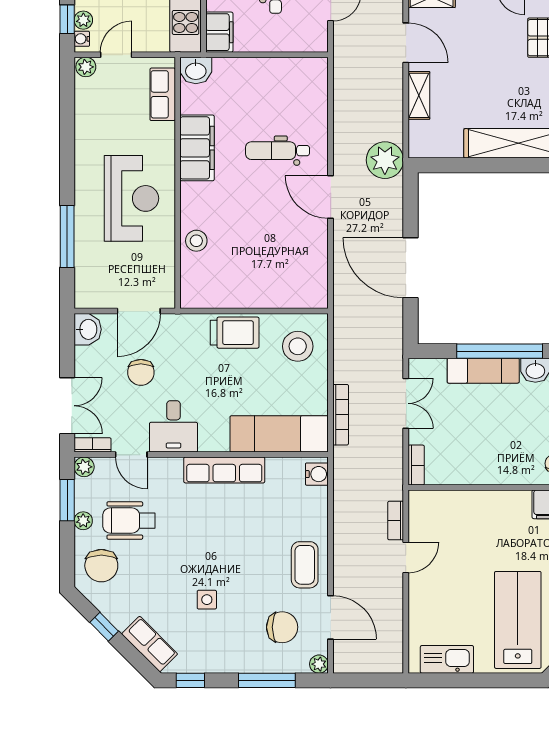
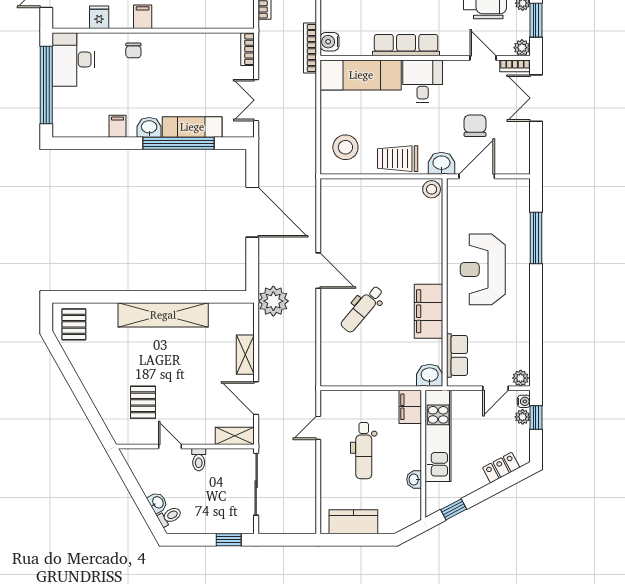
dental chair: (278, 151) -> (362, 309), turned 130
stool: (196, 241) -> (432, 189), moved
washbasin: (88, 329) -> (441, 163), moved, turned 90
bookcase: (341, 415) -> (310, 48), moved
desk: (173, 426) -> (423, 81), moved

